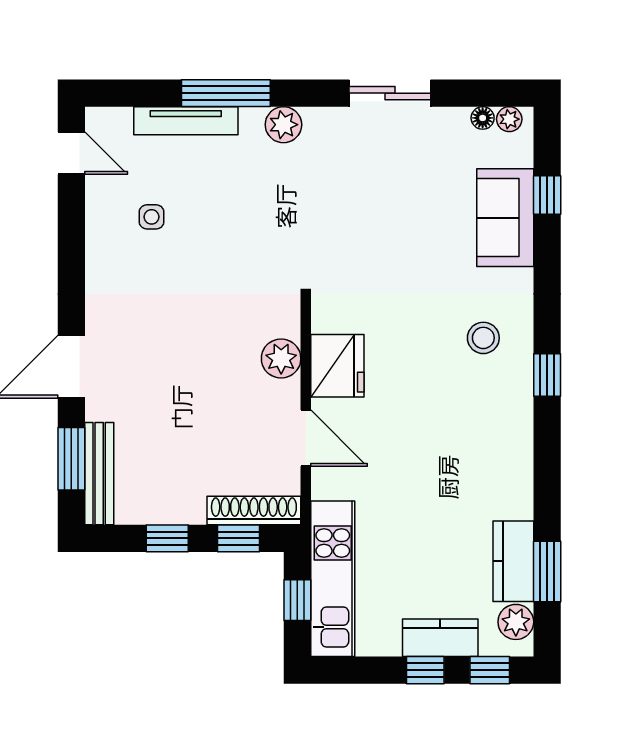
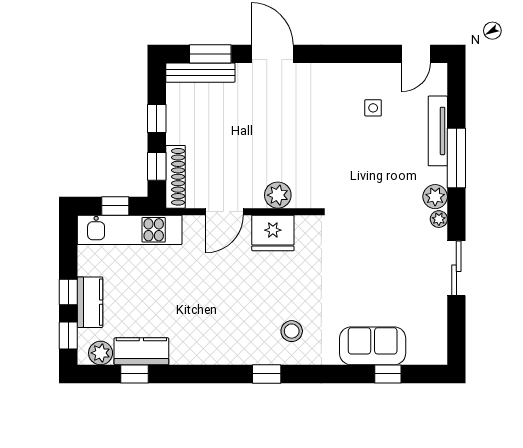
floor lamp: (483, 118) -> (440, 331), removed
plant: (509, 119) -> (439, 219), moved
window: (547, 572) -> (134, 374), width x0.67

